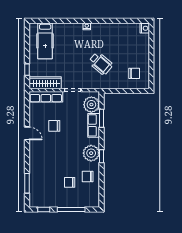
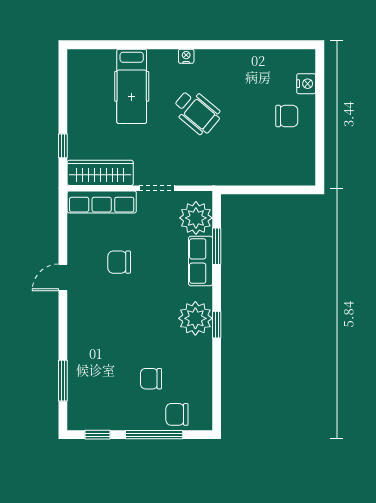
nightstand: (145, 28) -> (306, 84), moved
hospital bed: (45, 41) -> (132, 86), moved
wheelchair: (101, 63) -> (197, 112), moved
chair: (134, 73) -> (287, 116), moved
door: (27, 133) -> (63, 277), swing flipped
chair: (88, 176) -> (177, 414), moved

